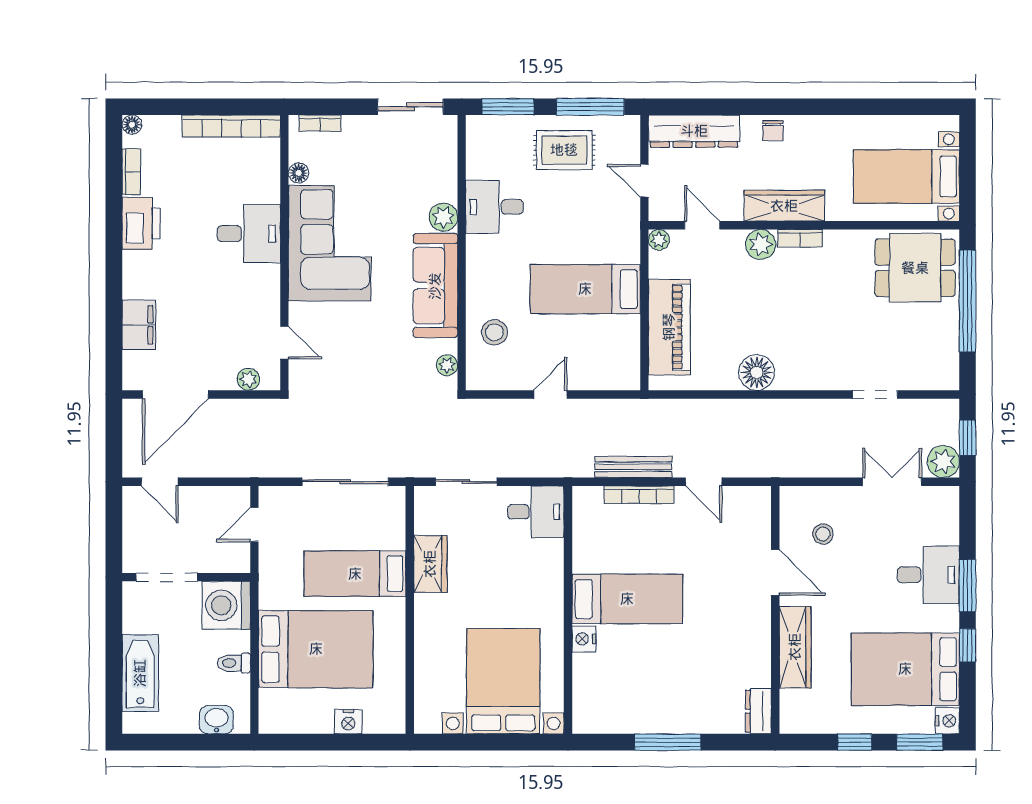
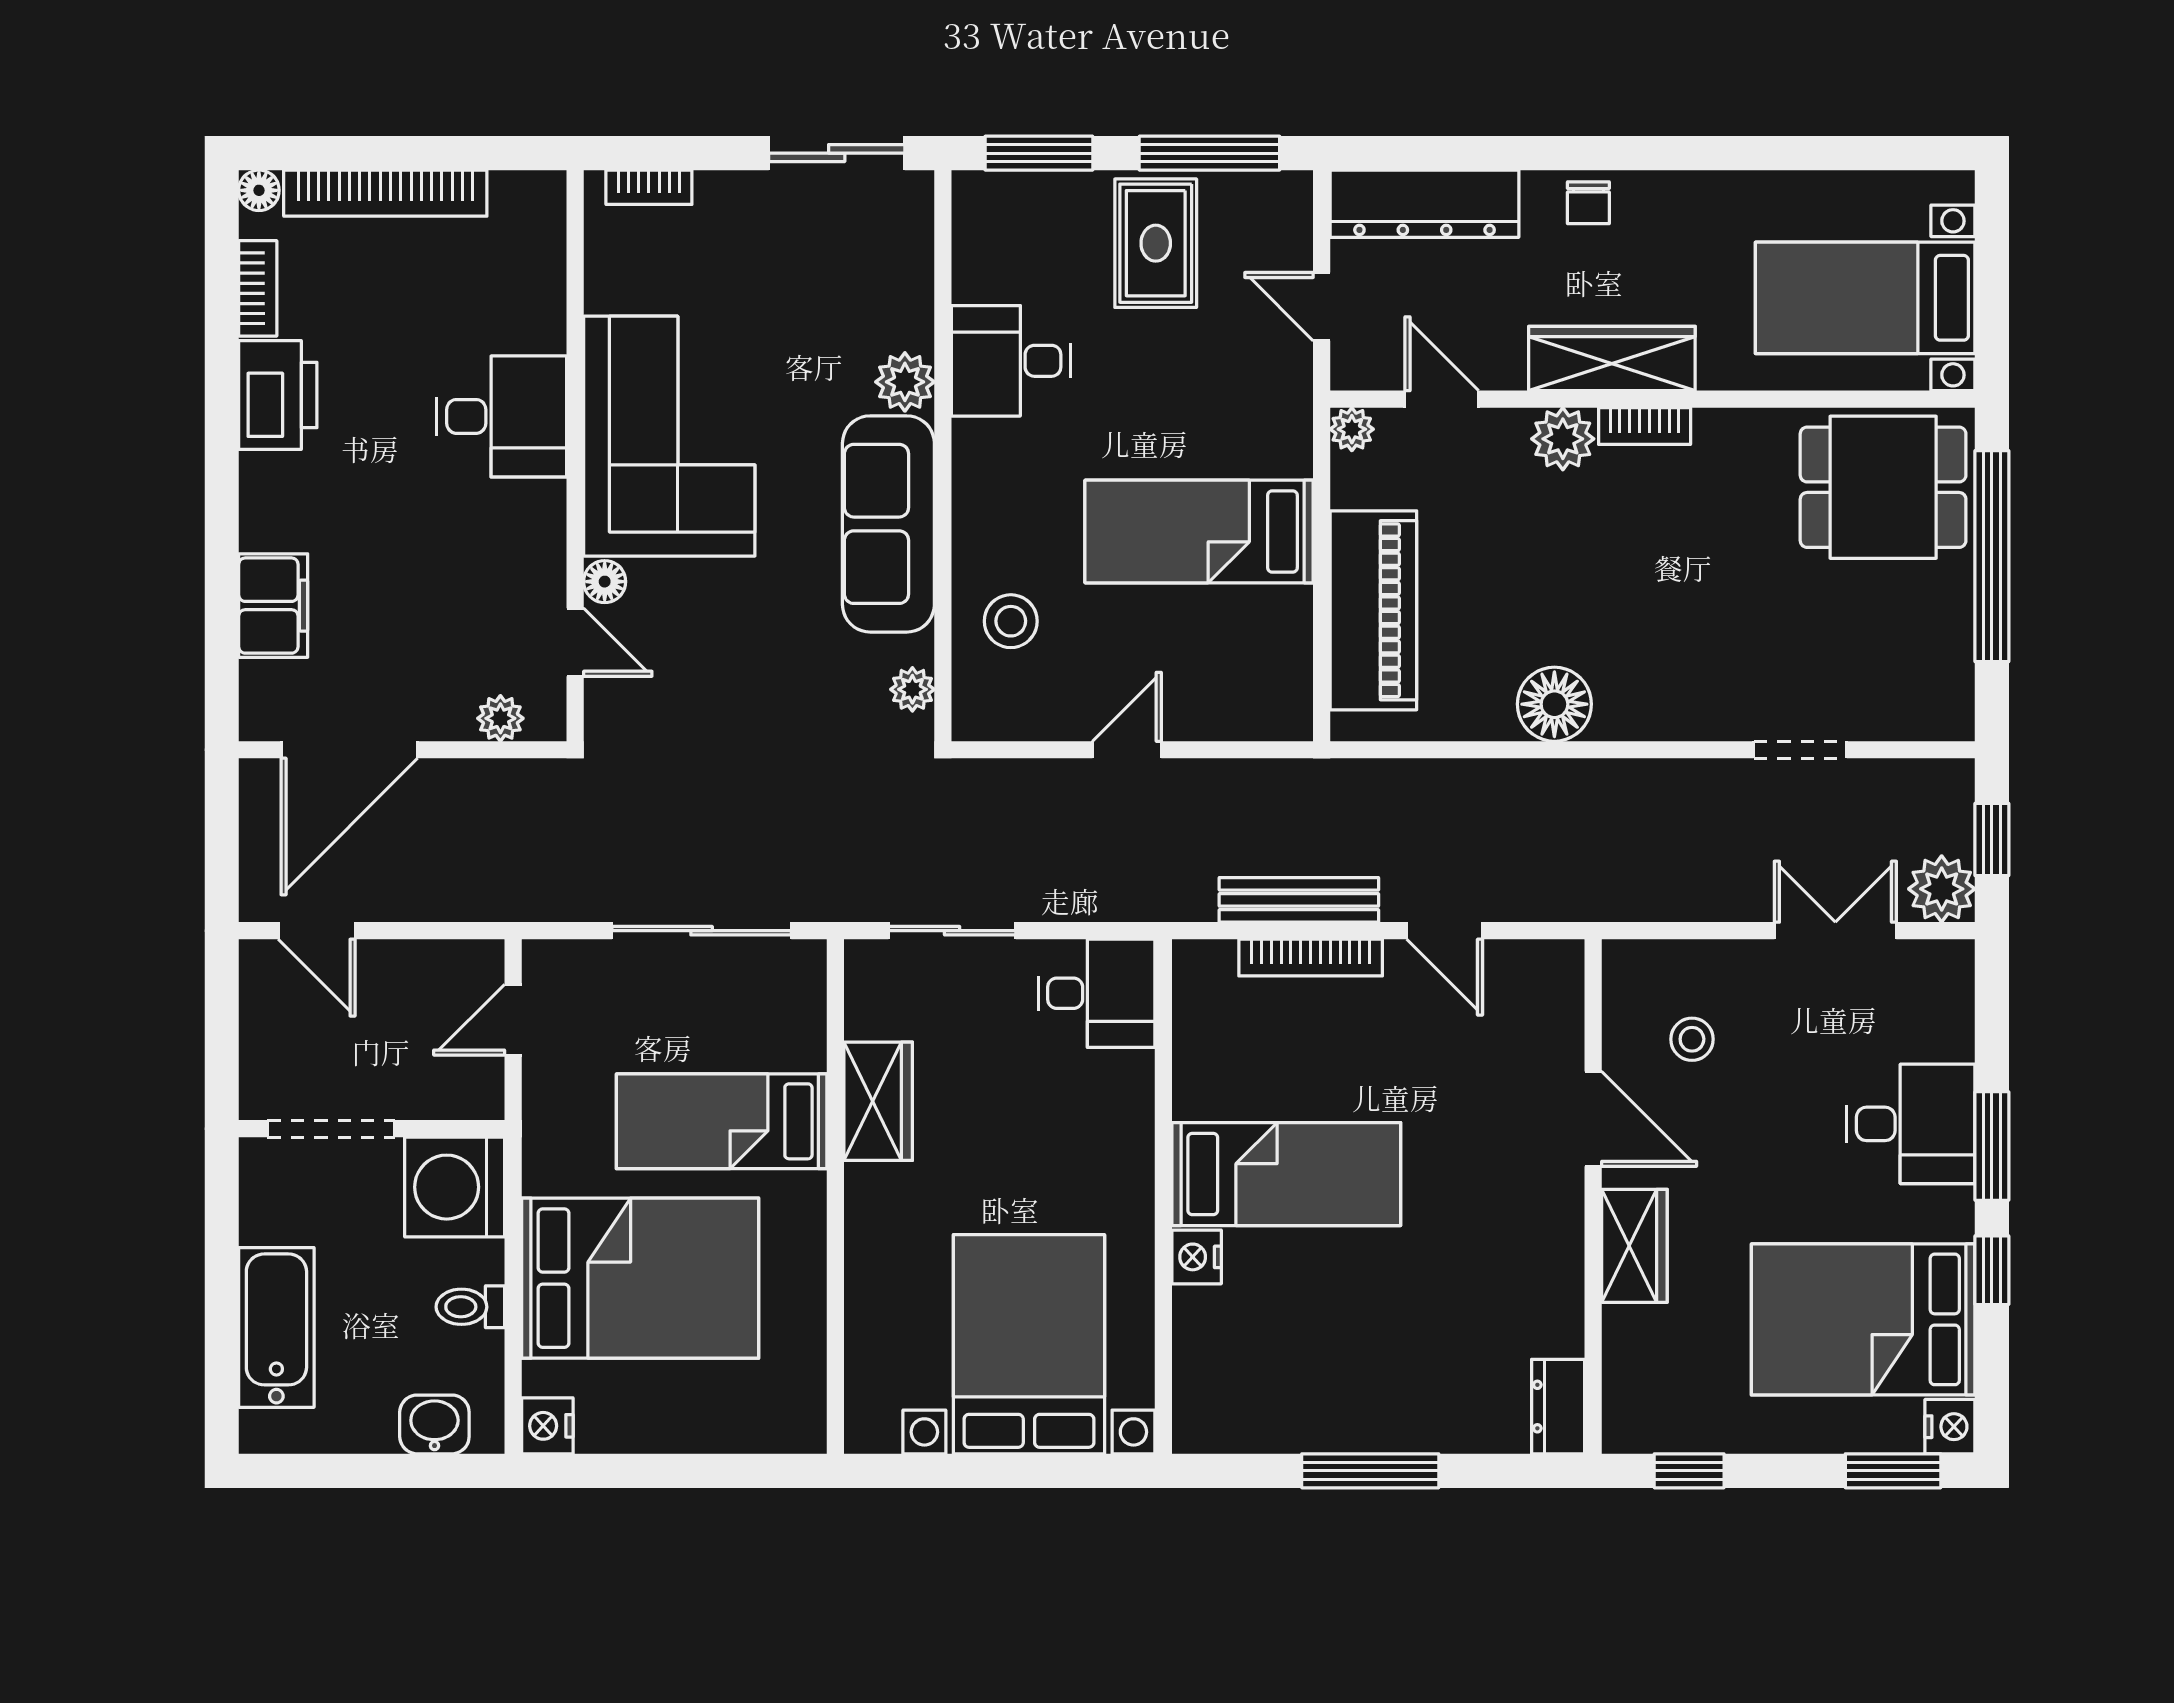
bookcase: (231, 126) -> (385, 193), moved
rug: (564, 150) -> (1156, 243), turned 90
floor lamp: (299, 173) -> (605, 582), moved
wardrobe: (795, 647) -> (1634, 1246), width x0.67
nightstand: (348, 722) -> (547, 1426), moved, turned 90
window: (855, 742) -> (1689, 1471), moved

